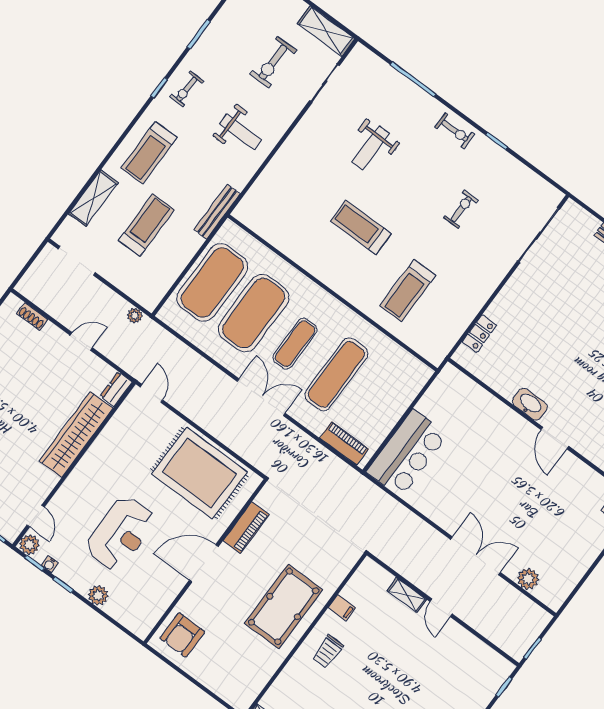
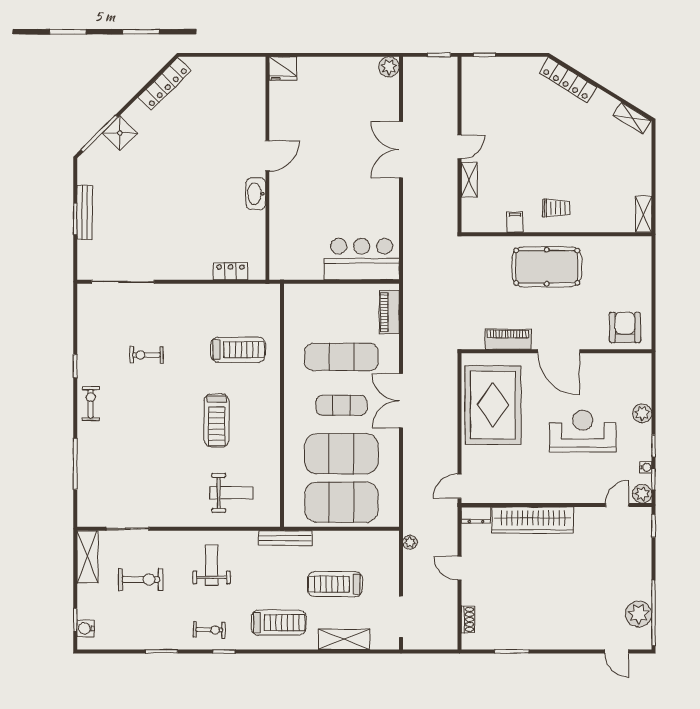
weight bench: (371, 148) -> (231, 493), moved
plant: (528, 579) -> (389, 67), moved
armchair: (182, 635) -> (625, 327), turned -90

